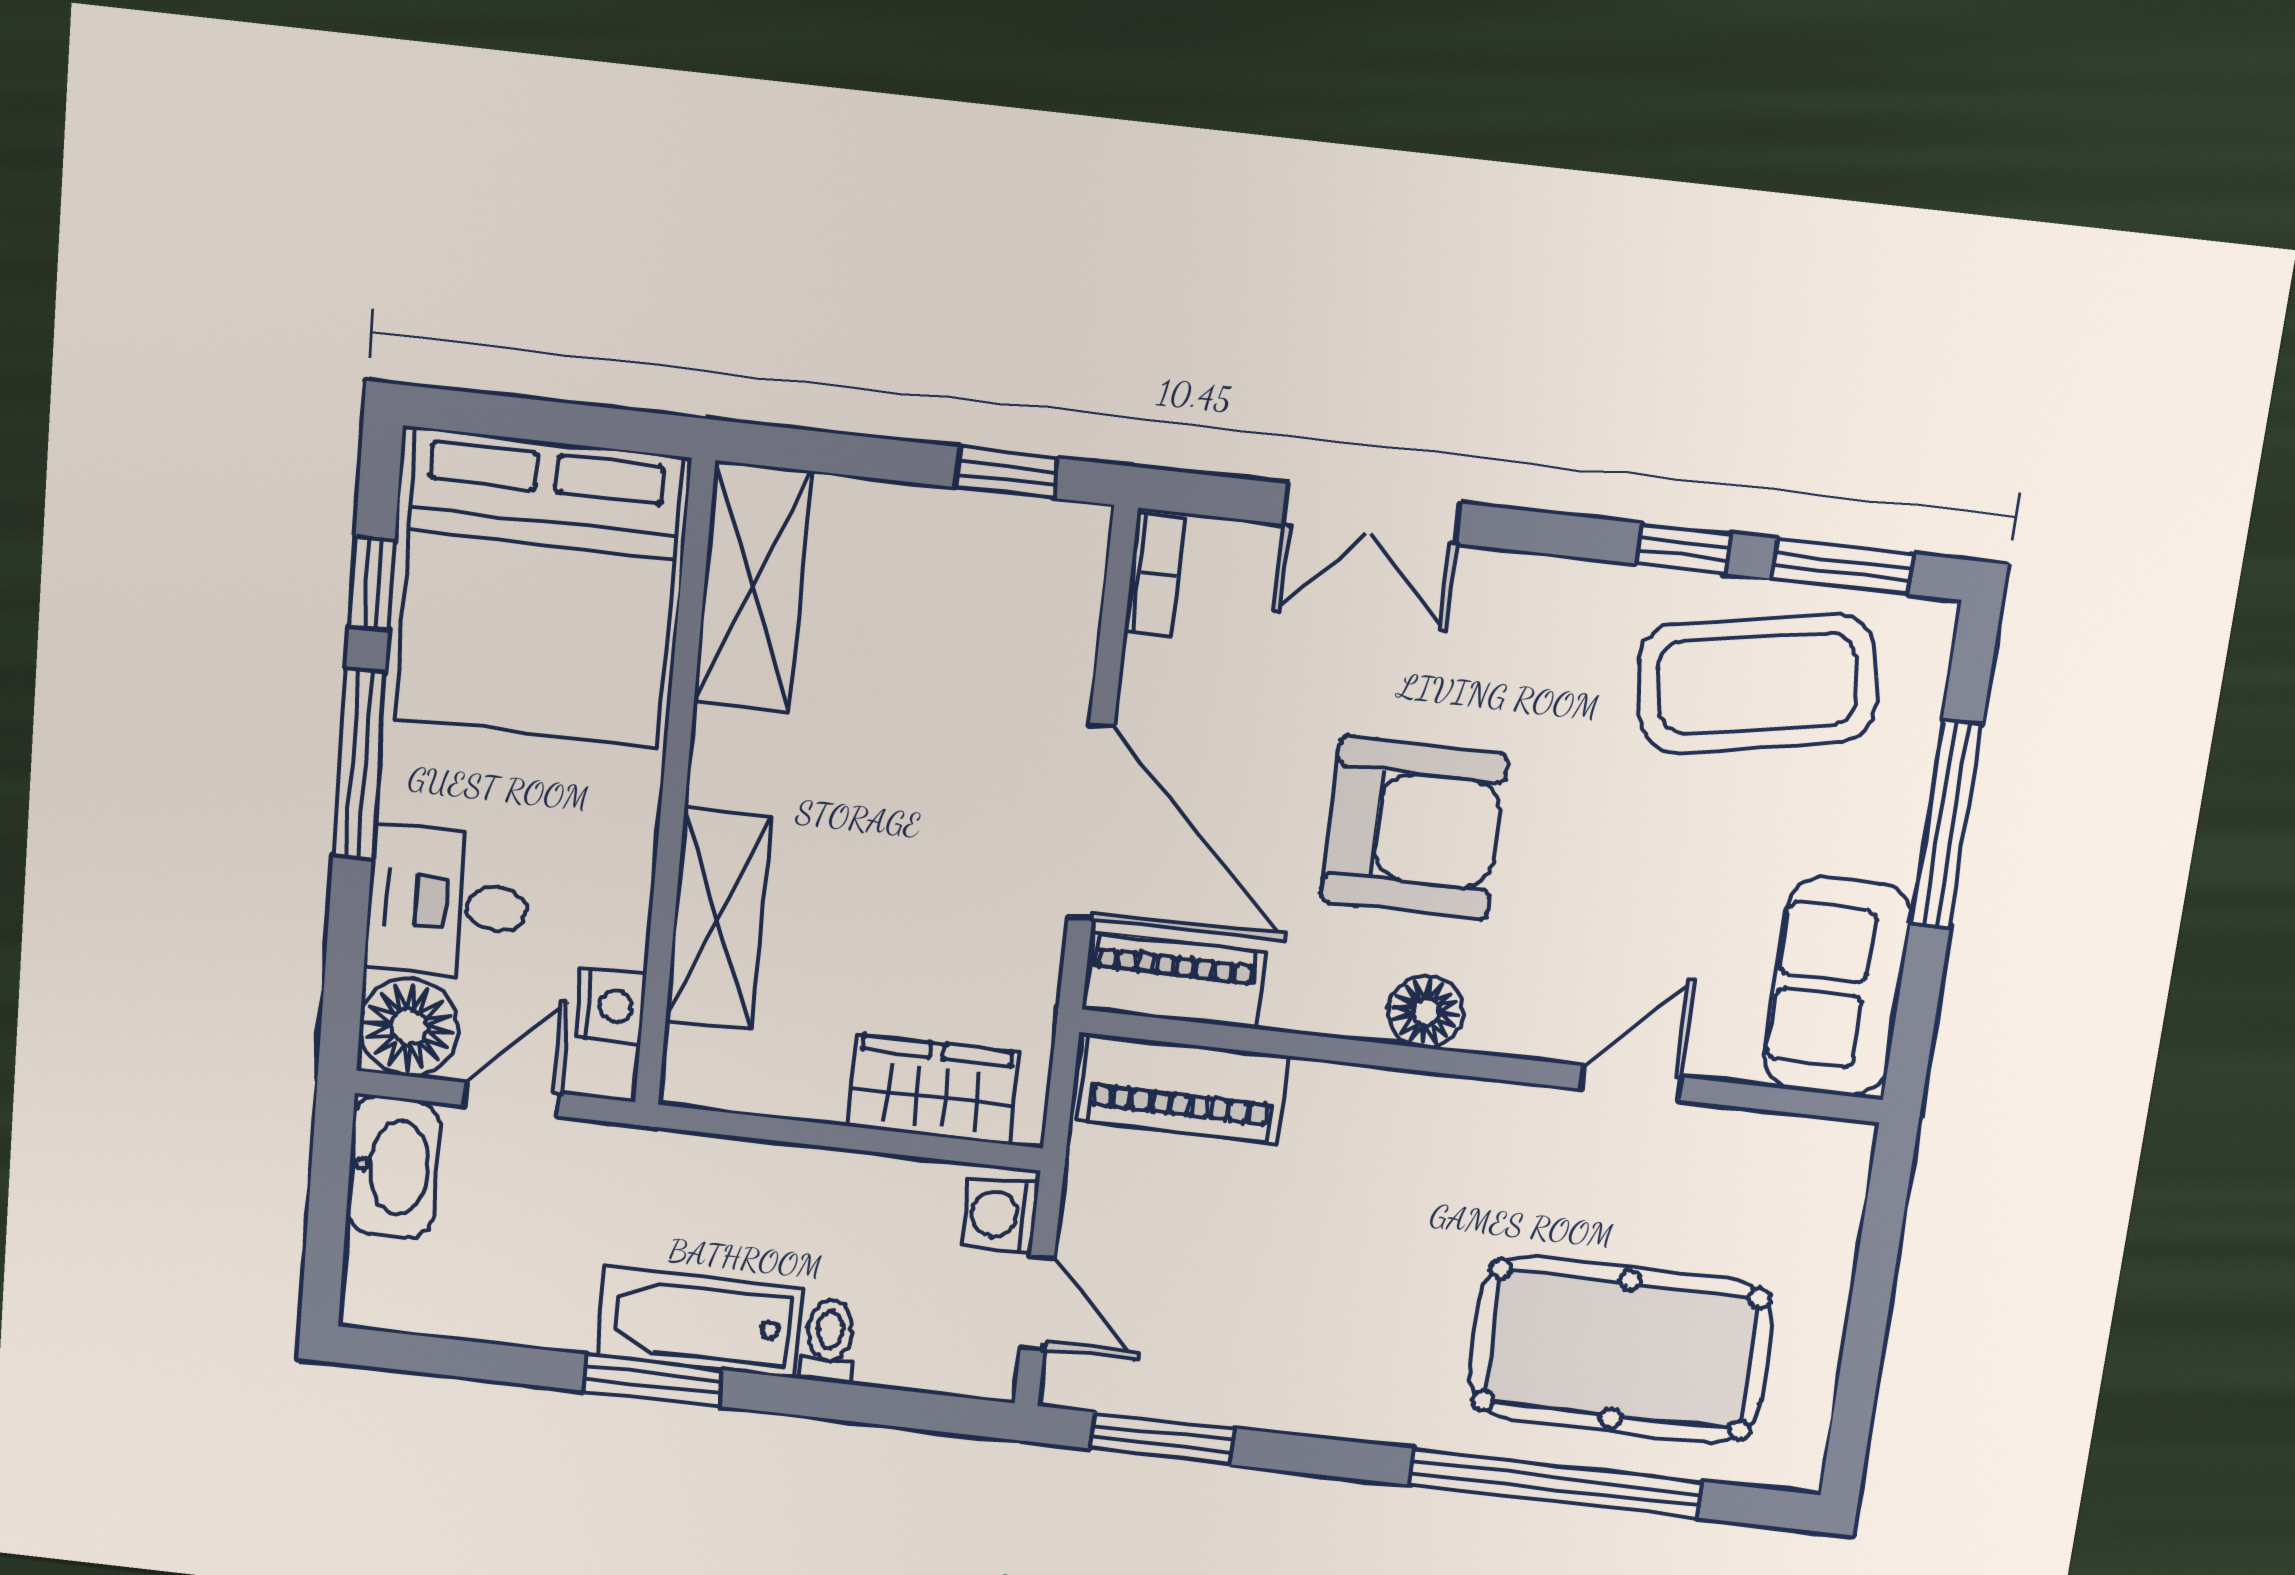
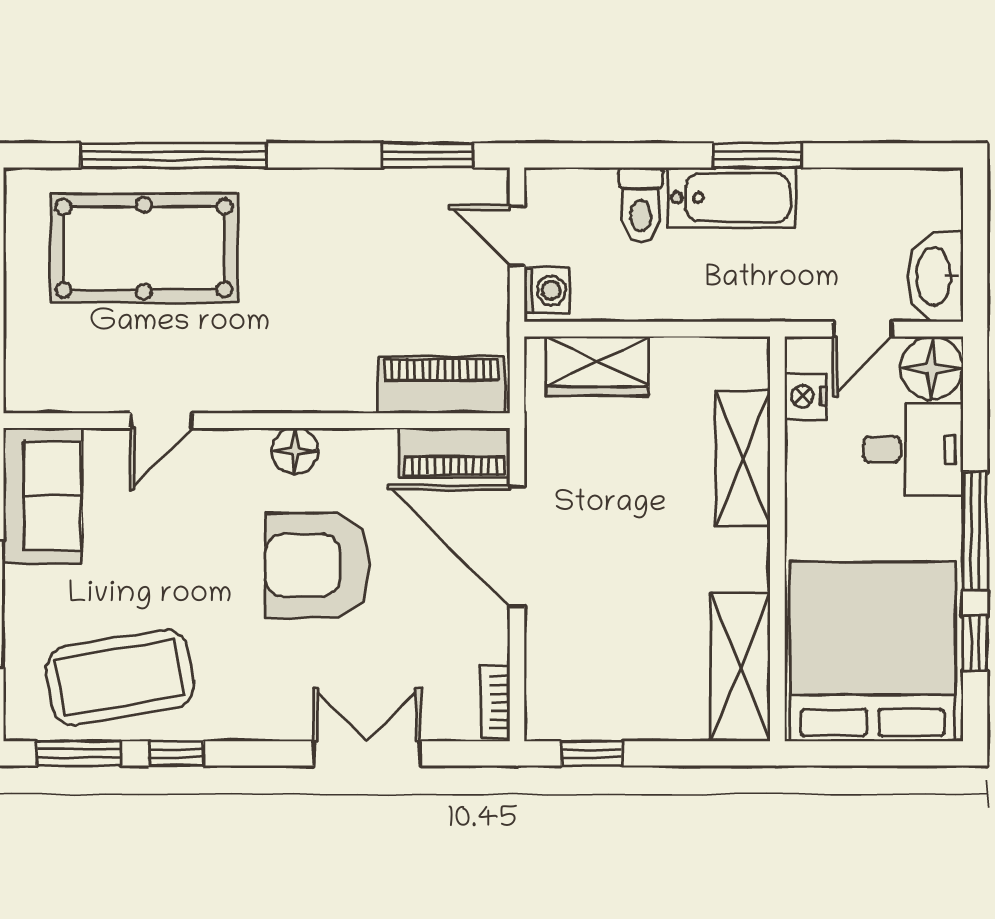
toilet: (829, 1341) -> (641, 205), width x1.37, depth x1.39

